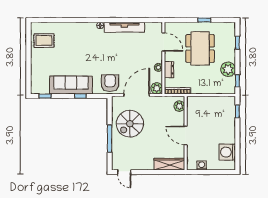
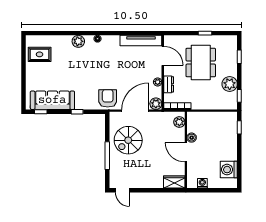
tv unit: (124, 27) -> (141, 41), moved
plant: (82, 28) -> (78, 41), added
sofa: (71, 85) -> (52, 100), moved
boiler: (191, 121) -> (192, 138), added
wardrobe: (169, 164) -> (174, 182), width x0.67

